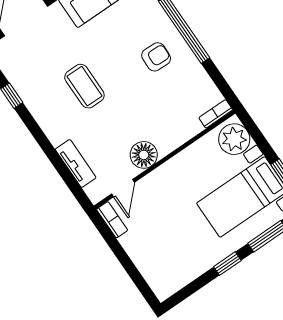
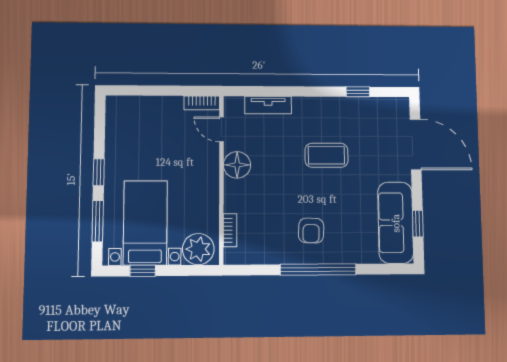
bookcase: (216, 114) -> (230, 230), moved

